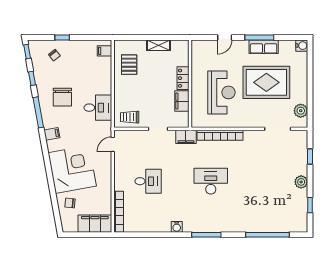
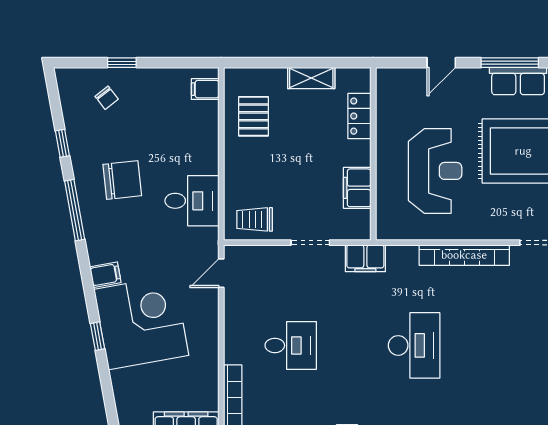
window: (27, 52) -> (97, 336), moved
locker: (183, 78) -> (359, 116), moved
chair: (62, 97) -> (122, 180), turned -96
filing cabinet: (52, 134) -> (105, 275), moved
bookcase: (220, 135) -> (464, 255), moved
desk: (211, 181) -> (414, 345), turned 90
chair: (70, 203) -> (137, 388), removed

